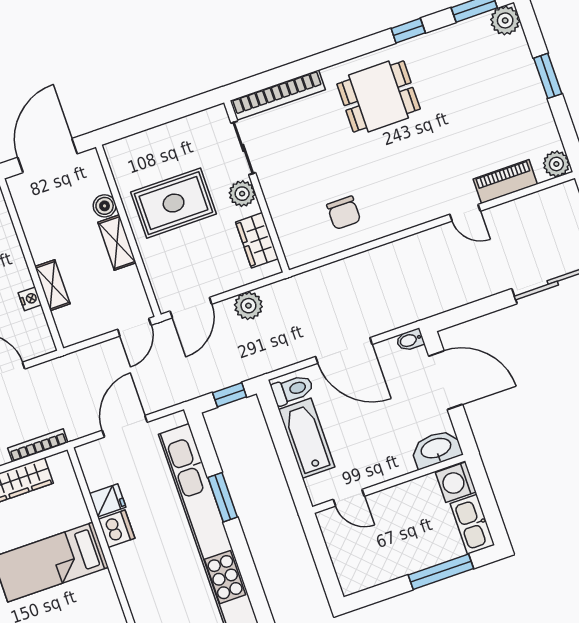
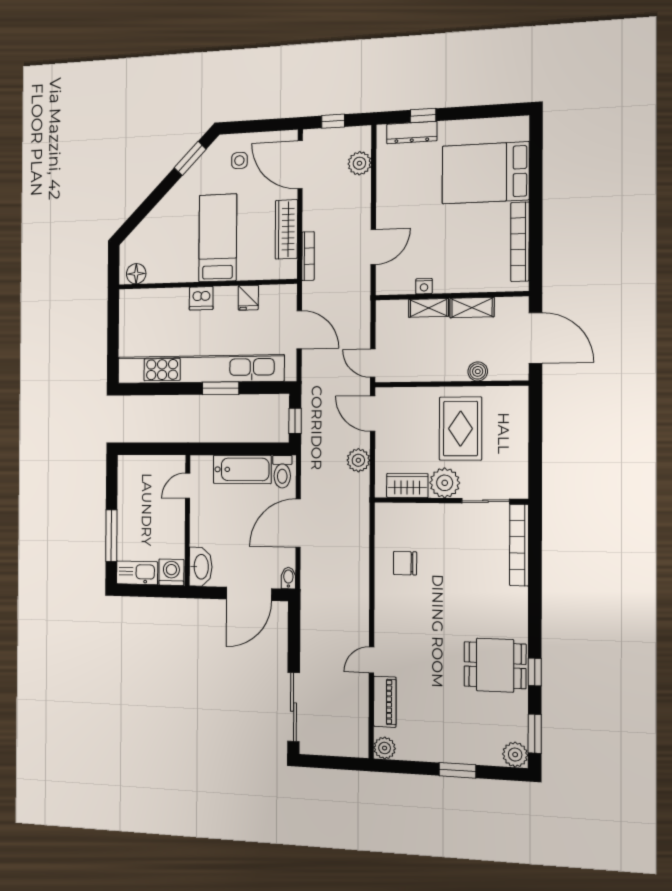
dining table: (379, 96) -> (495, 665), moved, turned 90
plant: (242, 194) -> (445, 483), width x1.36, depth x1.36
shelving: (117, 243) -> (472, 308), moved
dishwasher: (117, 529) -> (201, 298), moved

